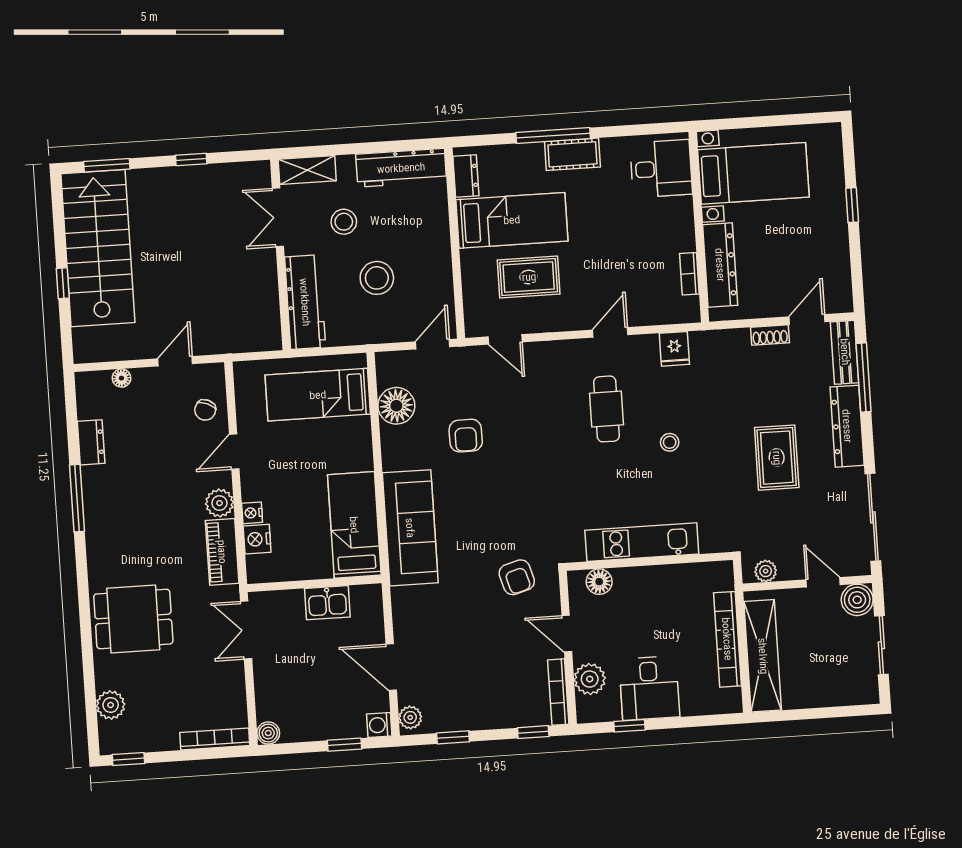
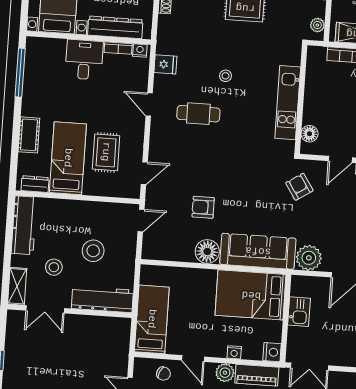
window: (553, 136) -> (20, 73), moved
cot: (572, 154) -> (29, 135), moved
desk: (661, 169) -> (84, 60), moved
nightstand: (690, 307) -> (140, 50), added
door: (433, 344) -> (141, 220), swing flipped
bed: (318, 395) -> (152, 319), moved, turned 180
floor lamp: (396, 406) -> (207, 252), moved
armchair: (466, 436) -> (203, 207), turned 180
bed: (354, 525) -> (251, 295), width x1.50
nightstand: (257, 539) -> (272, 352), moved, turned -90
armchair: (517, 577) -> (299, 187), turned -107
plant: (411, 606) -> (309, 258), added

